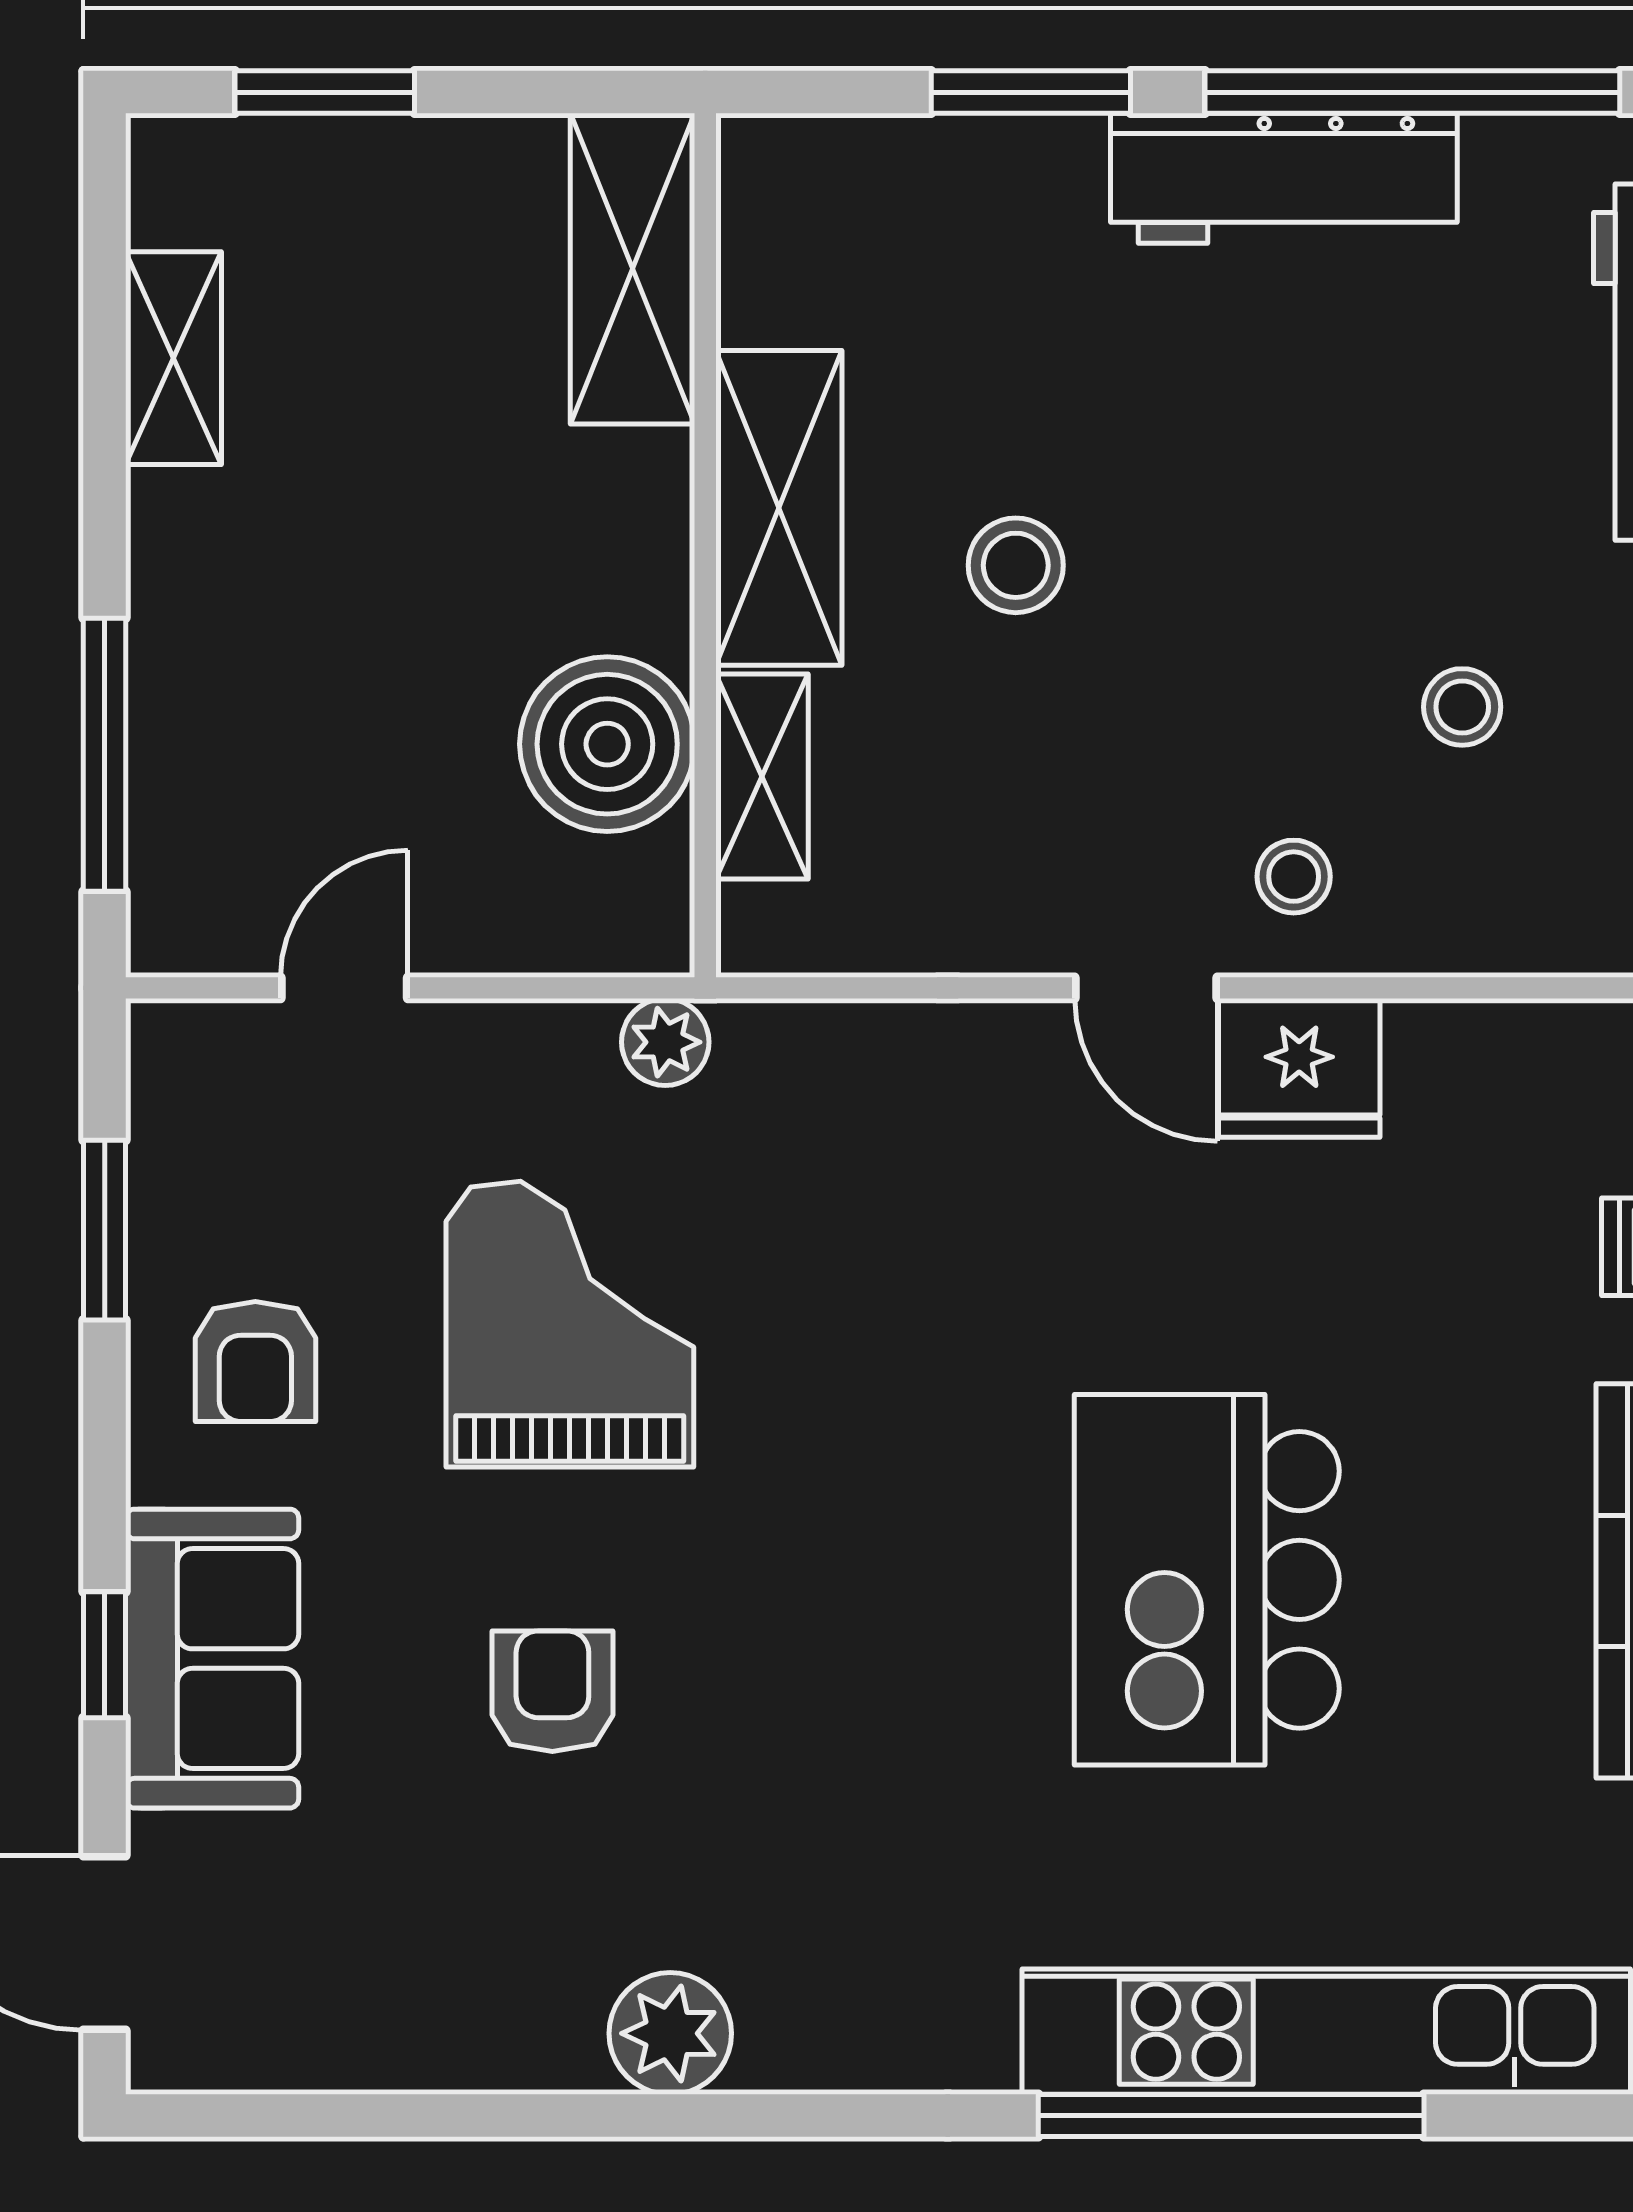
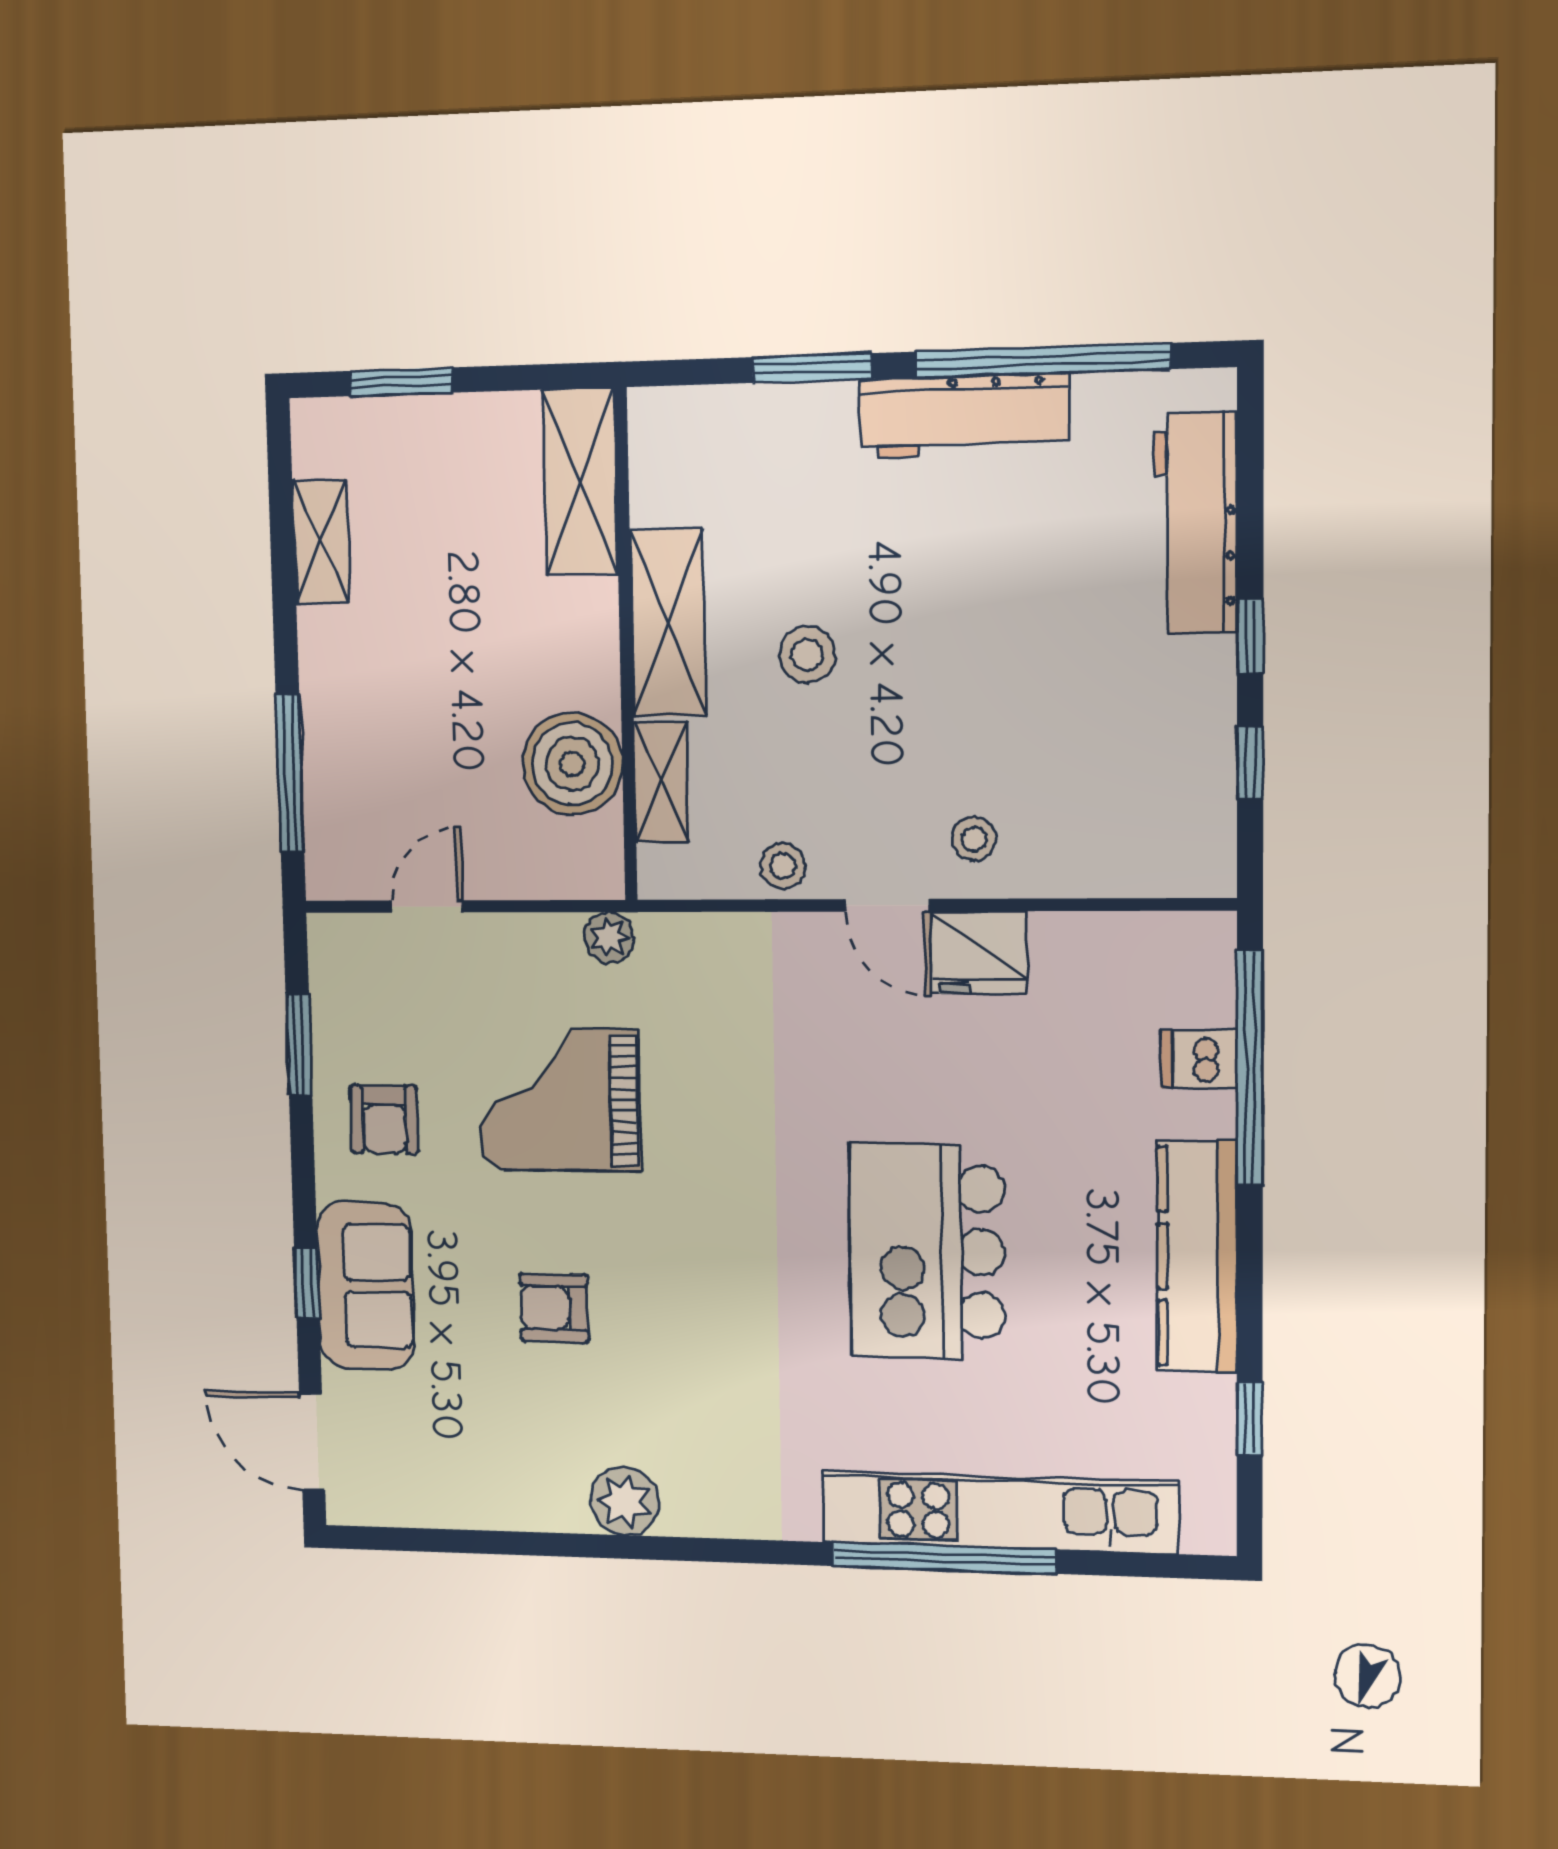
stool: (1462, 707) -> (783, 866), moved
grand piano: (570, 1324) -> (559, 1100), turned -90
armchair: (552, 1691) -> (554, 1308), turned -90

